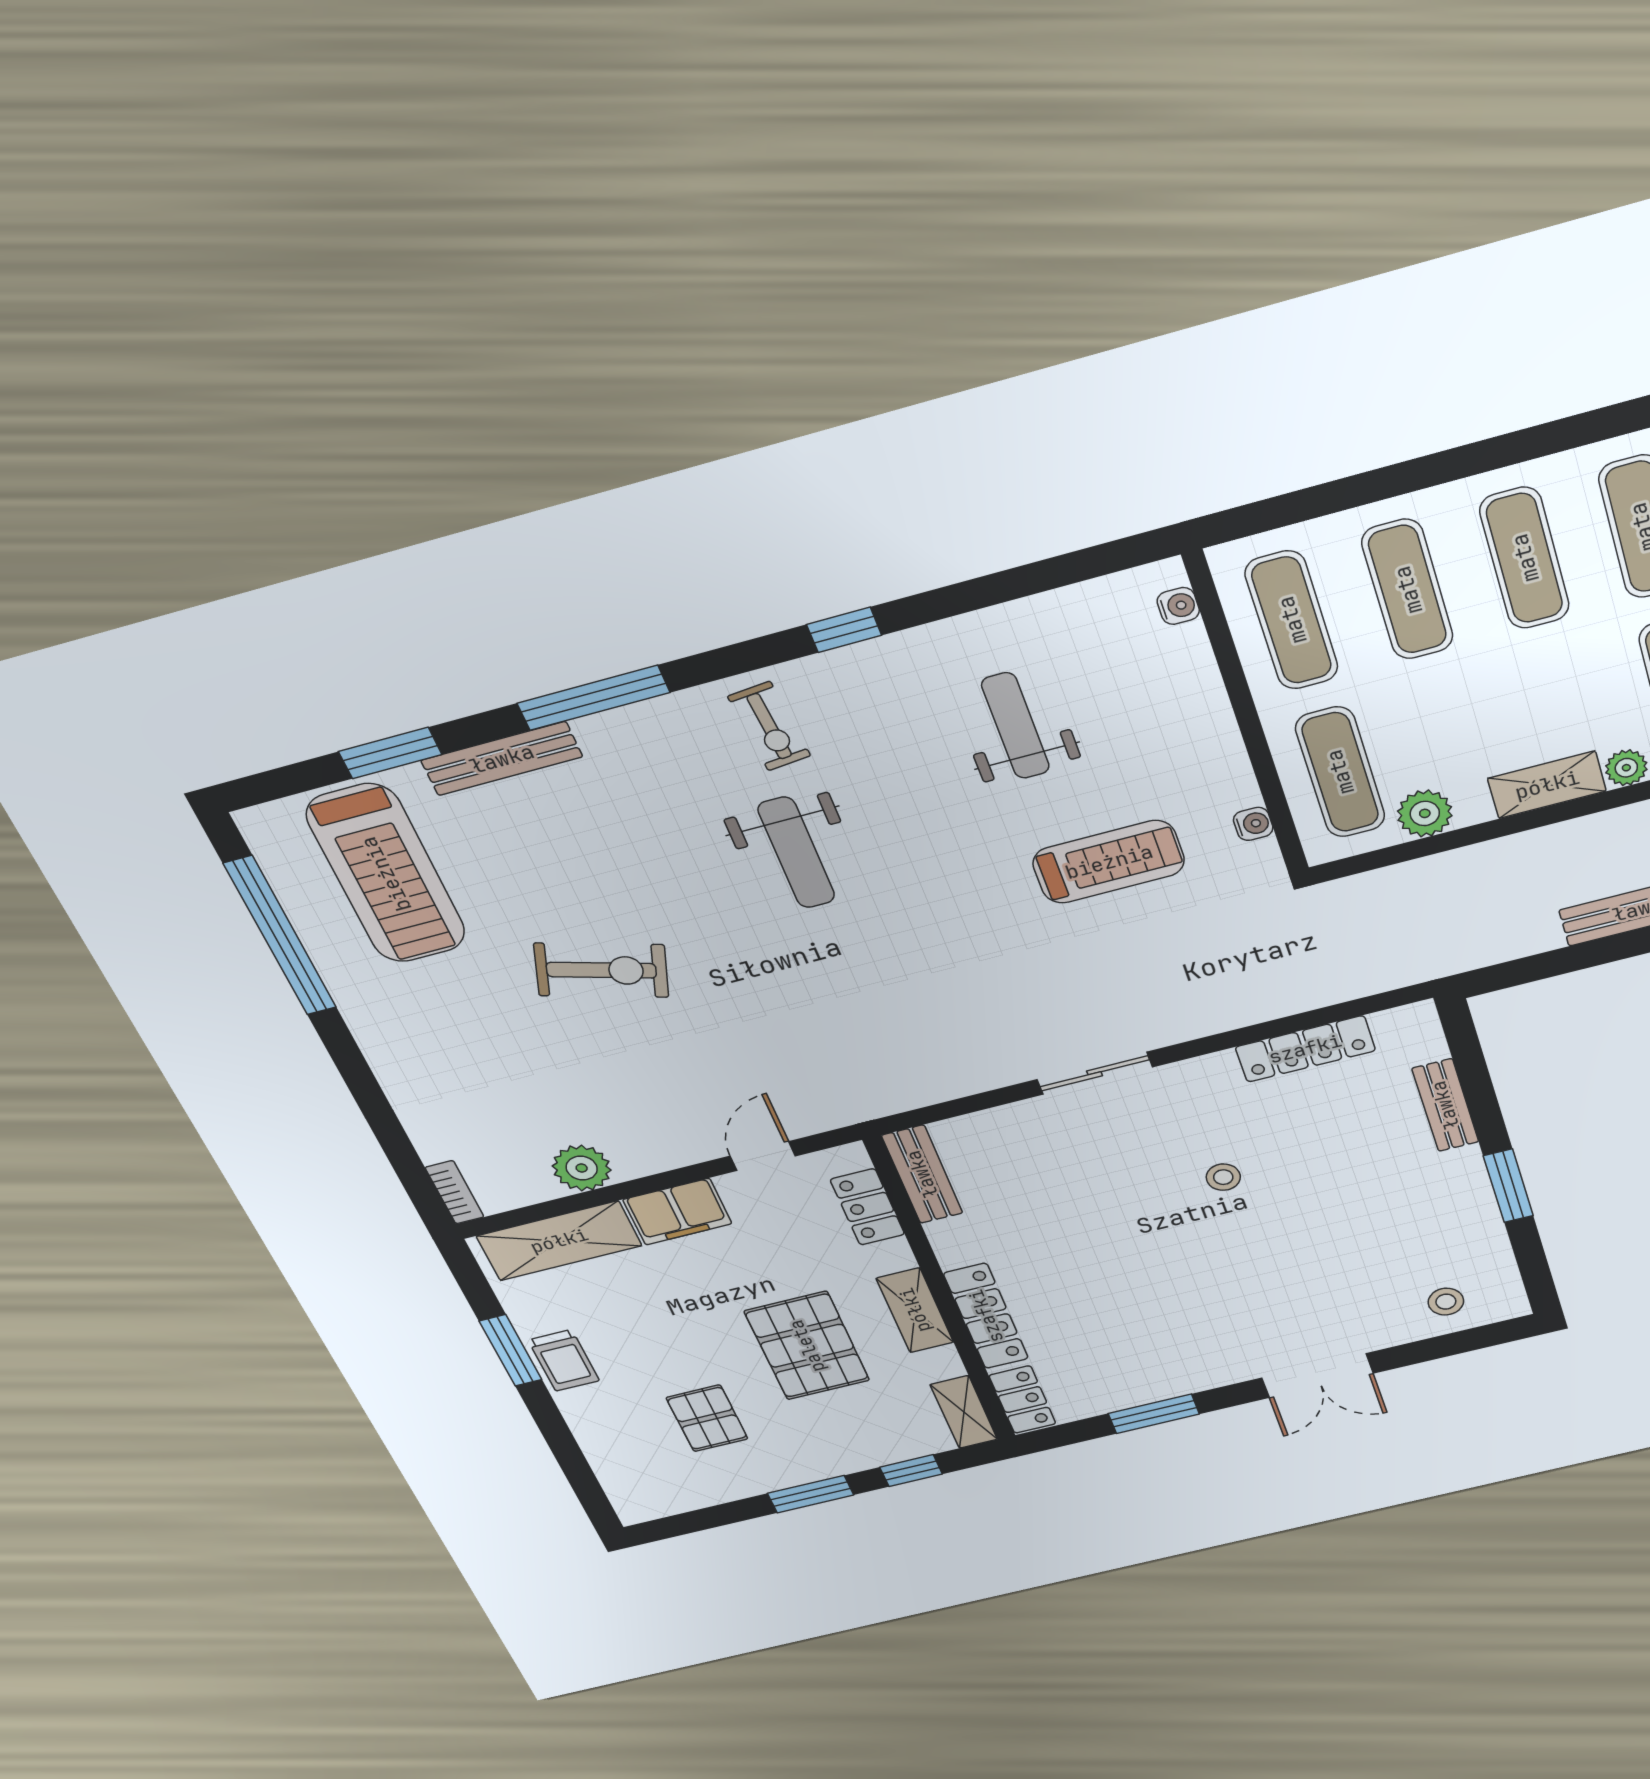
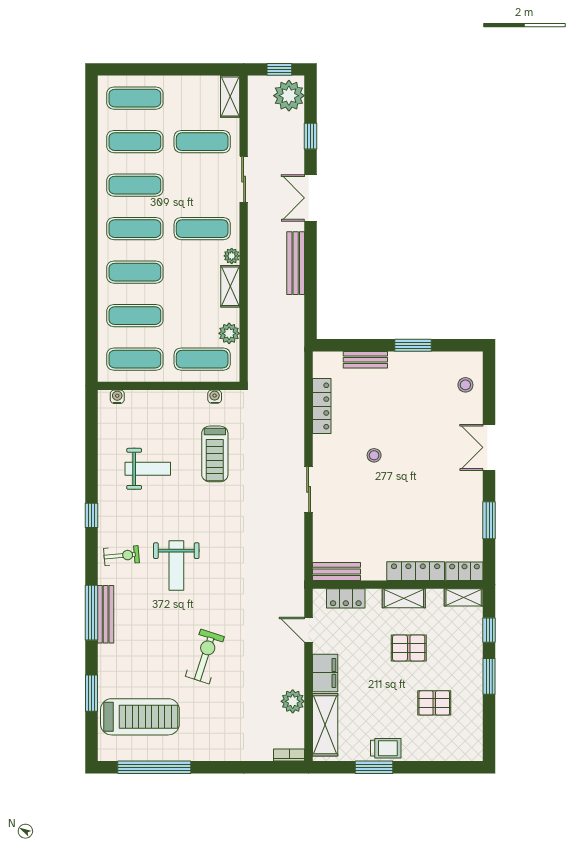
weight bench: (1015, 726) -> (148, 469), turned 180
bench: (502, 759) -> (106, 614), moved
weight bench: (796, 853) -> (176, 566), turned 90
treadmill: (1109, 862) -> (215, 454), turned 180
pallet: (807, 1346) -> (409, 648), width x0.67, depth x0.71
double door: (1317, 1376) -> (489, 447), swing flipped

